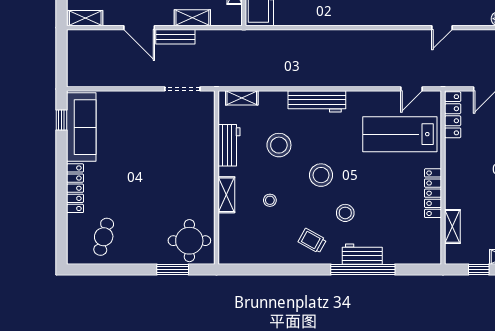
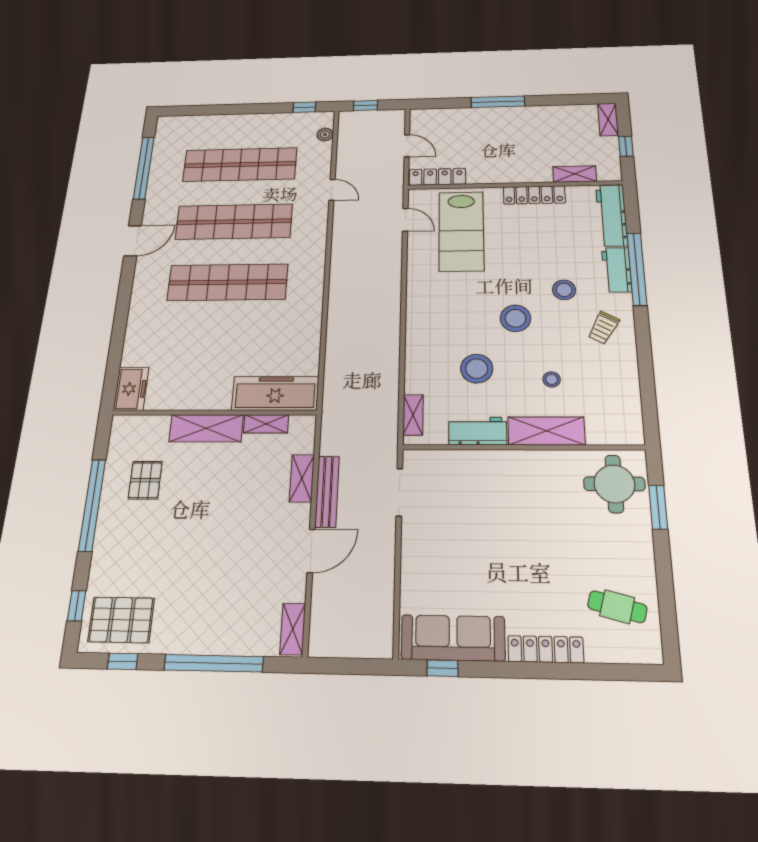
bench: (175, 37) -> (327, 492), width x1.36
workbench: (317, 101) -> (612, 215), moved, turned 180
shelving: (226, 195) -> (546, 431), width x1.50, depth x1.33

